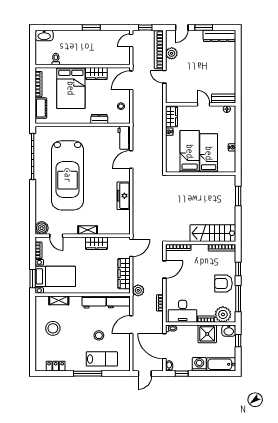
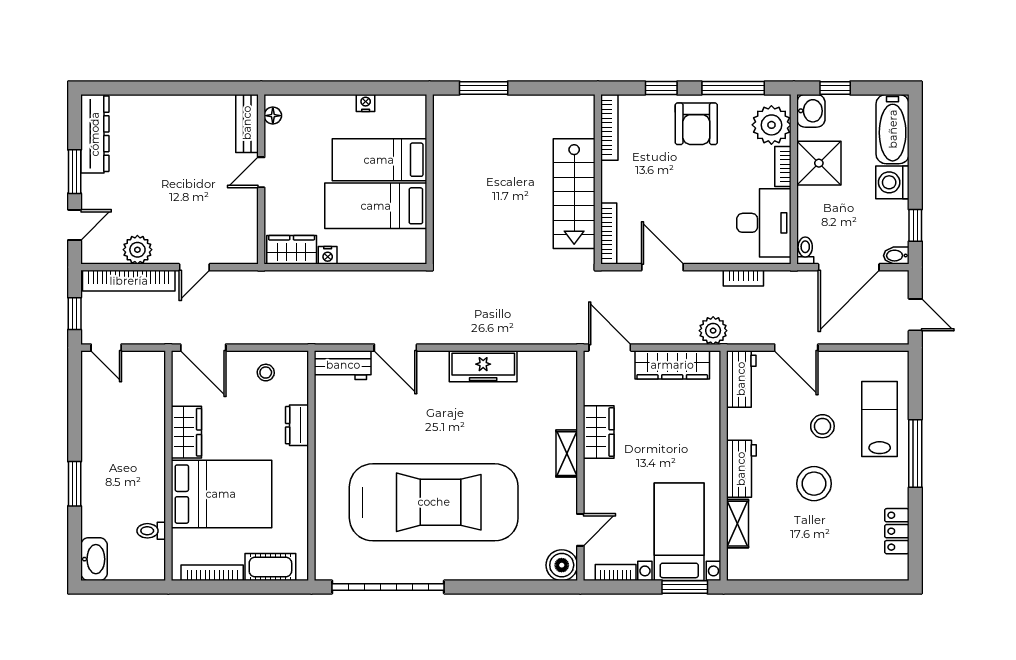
window: (91, 27) -> (75, 484), moved
door: (182, 27) -> (75, 225), hinge flipped
stairs: (213, 233) -> (574, 194), moved
workbench: (94, 302) -> (741, 469), moved
stool: (53, 328) -> (814, 484), moved

